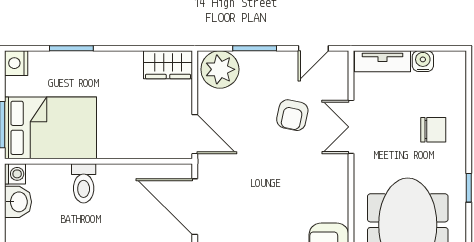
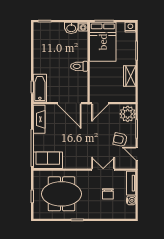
wardrobe: (168, 65) -> (130, 76), moved
armchair: (292, 115) -> (120, 140), moved
chair: (433, 130) -> (108, 194), moved
toilet: (84, 183) -> (79, 66), moved
door: (195, 207) -> (69, 103), swing flipped

